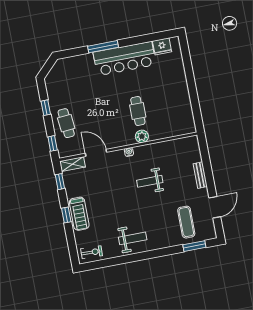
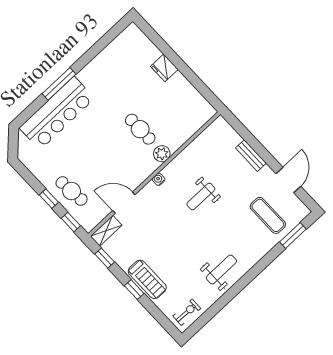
fridge: (162, 46) -> (164, 68), moved, turned 90
bar counter: (125, 59) -> (57, 113), moved
window: (46, 108) -> (49, 199), moved

